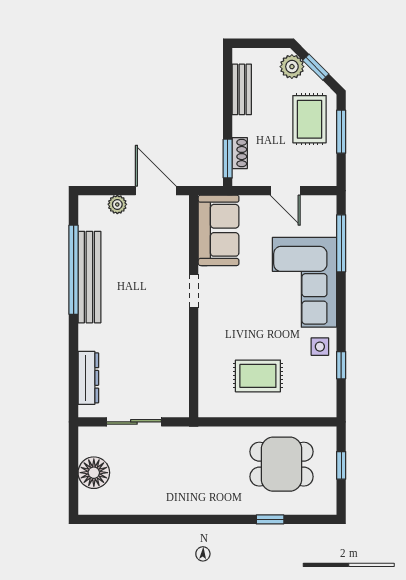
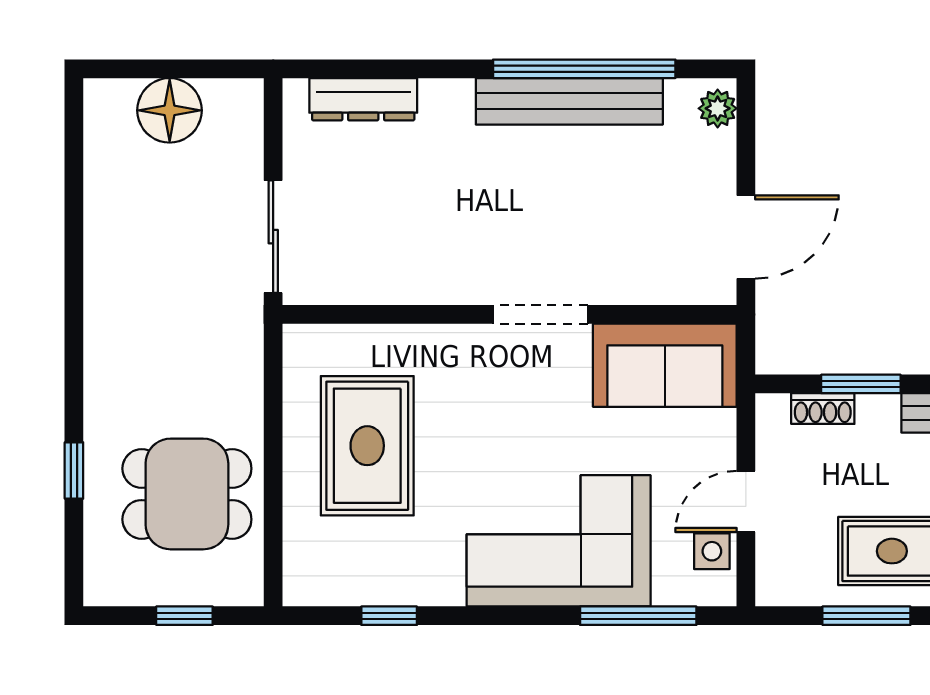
window: (228, 159) -> (861, 384), moved
plant: (117, 204) -> (718, 108), moved
doorway: (194, 291) -> (541, 314), width x1.38
side table: (320, 347) -> (712, 551), moved
rug: (258, 376) -> (367, 446), width x1.36, depth x1.43
sliding door: (134, 422) -> (273, 237), moved
dining table: (282, 464) -> (187, 494), turned 90

